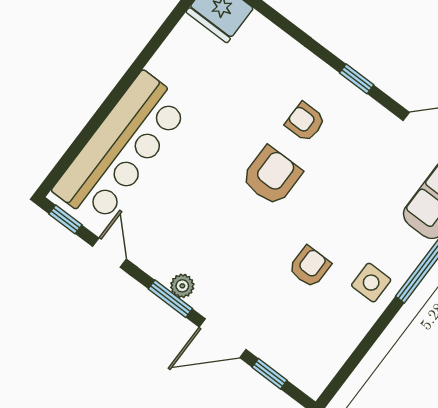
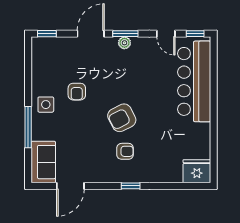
window: (357, 79) -> (131, 186), moved
armchair: (272, 176) -> (122, 118), turned 63
window: (270, 374) -> (47, 34), moved

